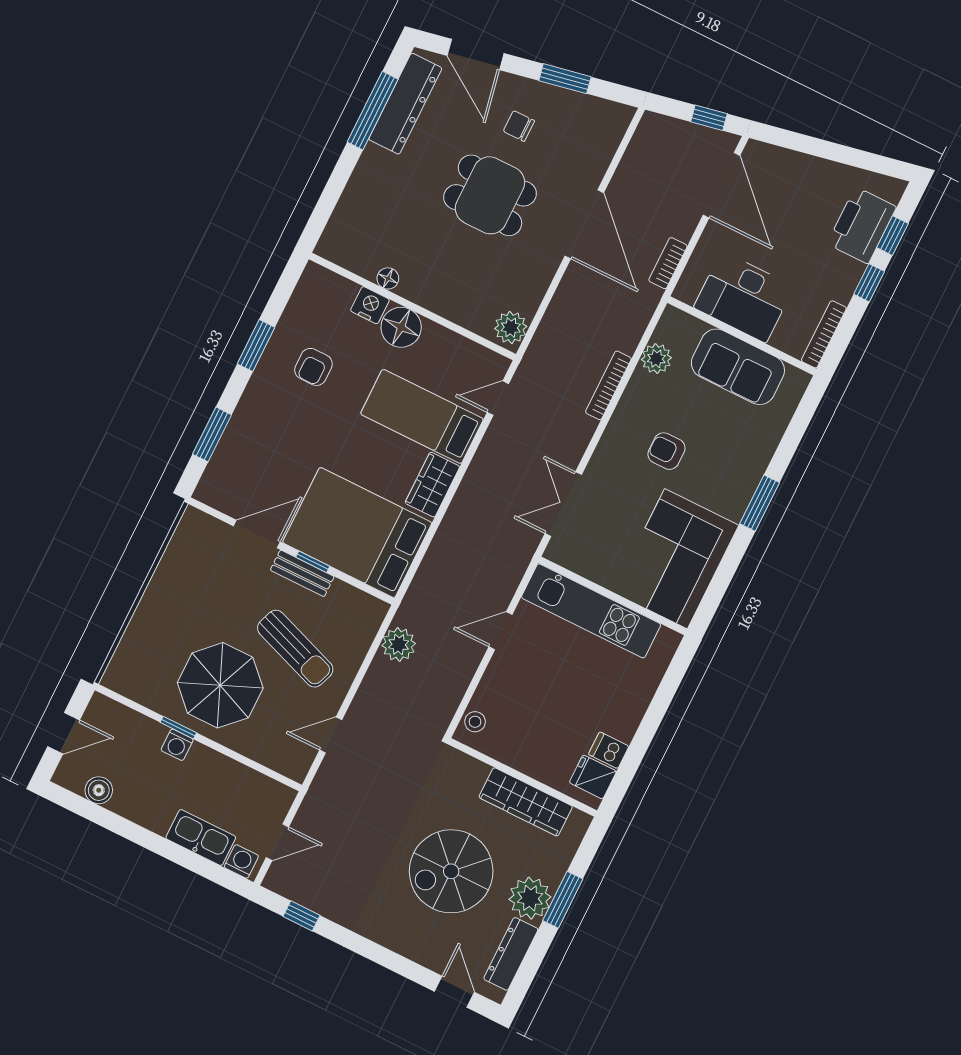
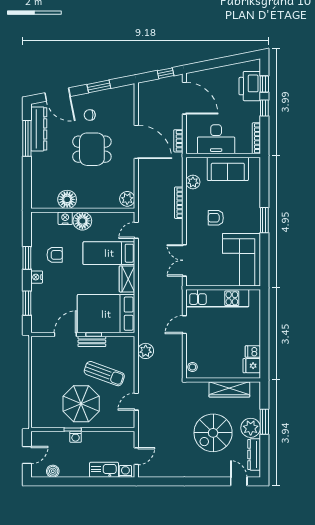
floor lamp: (388, 278) -> (67, 199), width x1.89, depth x1.89
armchair: (313, 367) -> (55, 255), turned -90
nightstand: (257, 393) -> (37, 277), added
window: (301, 916) -> (161, 481), removed

